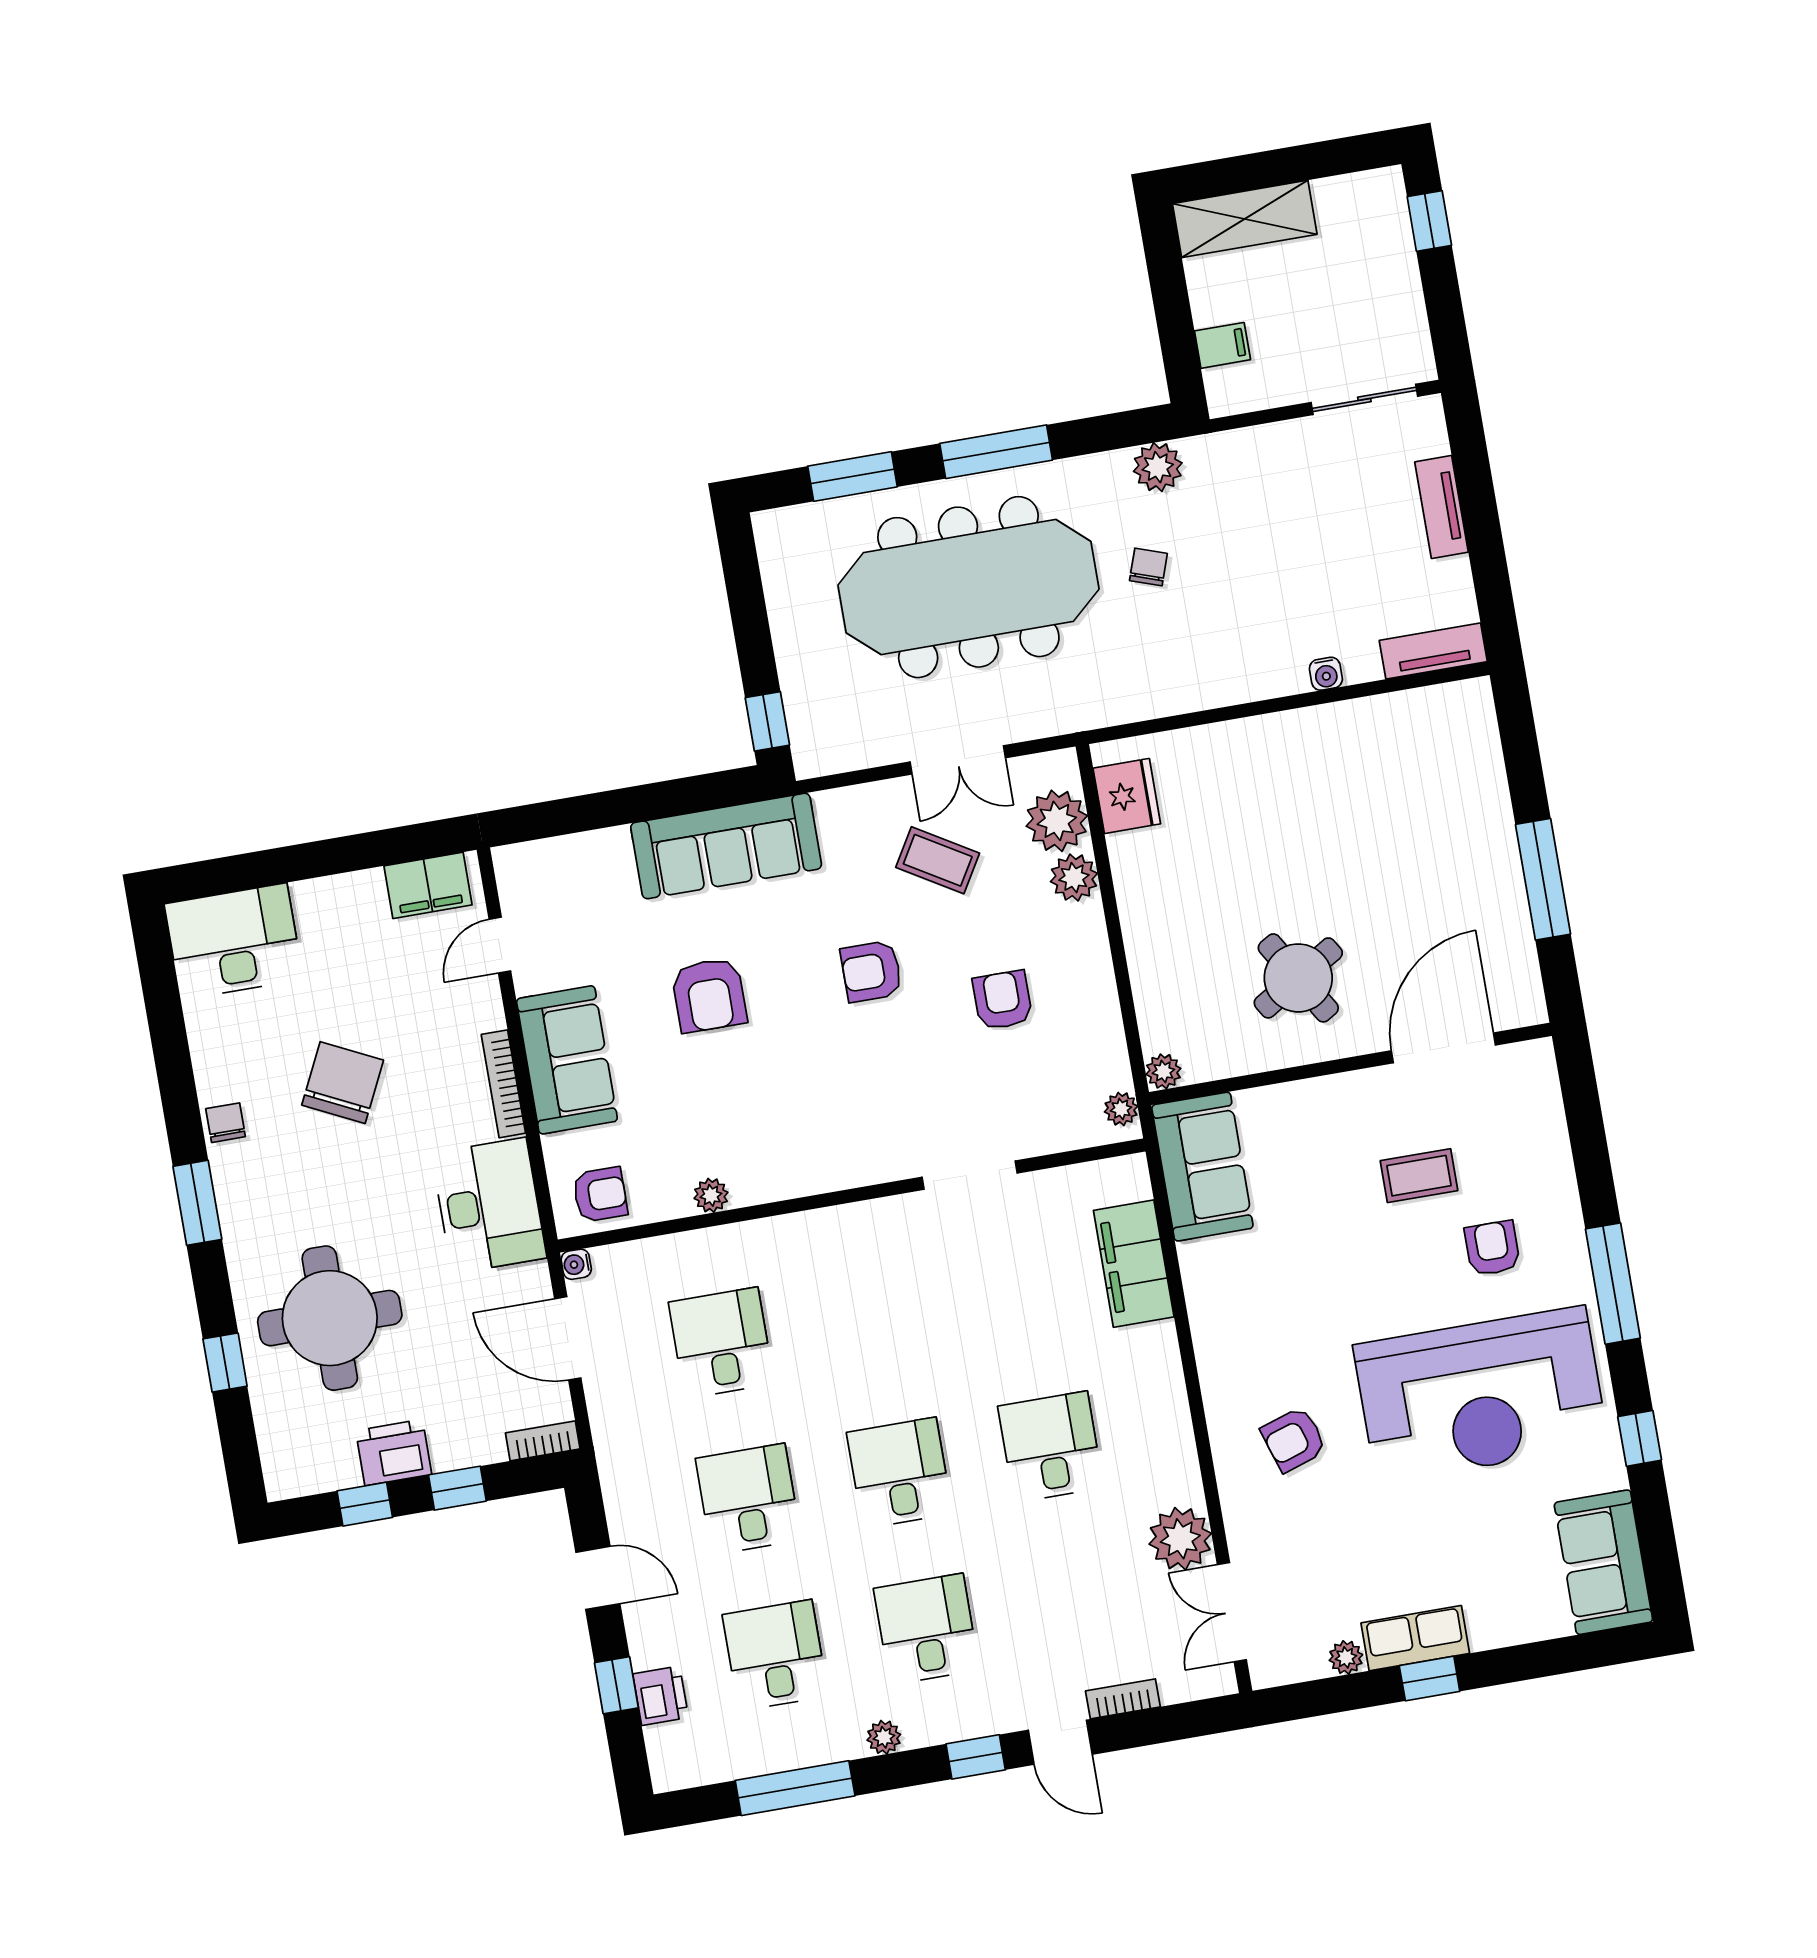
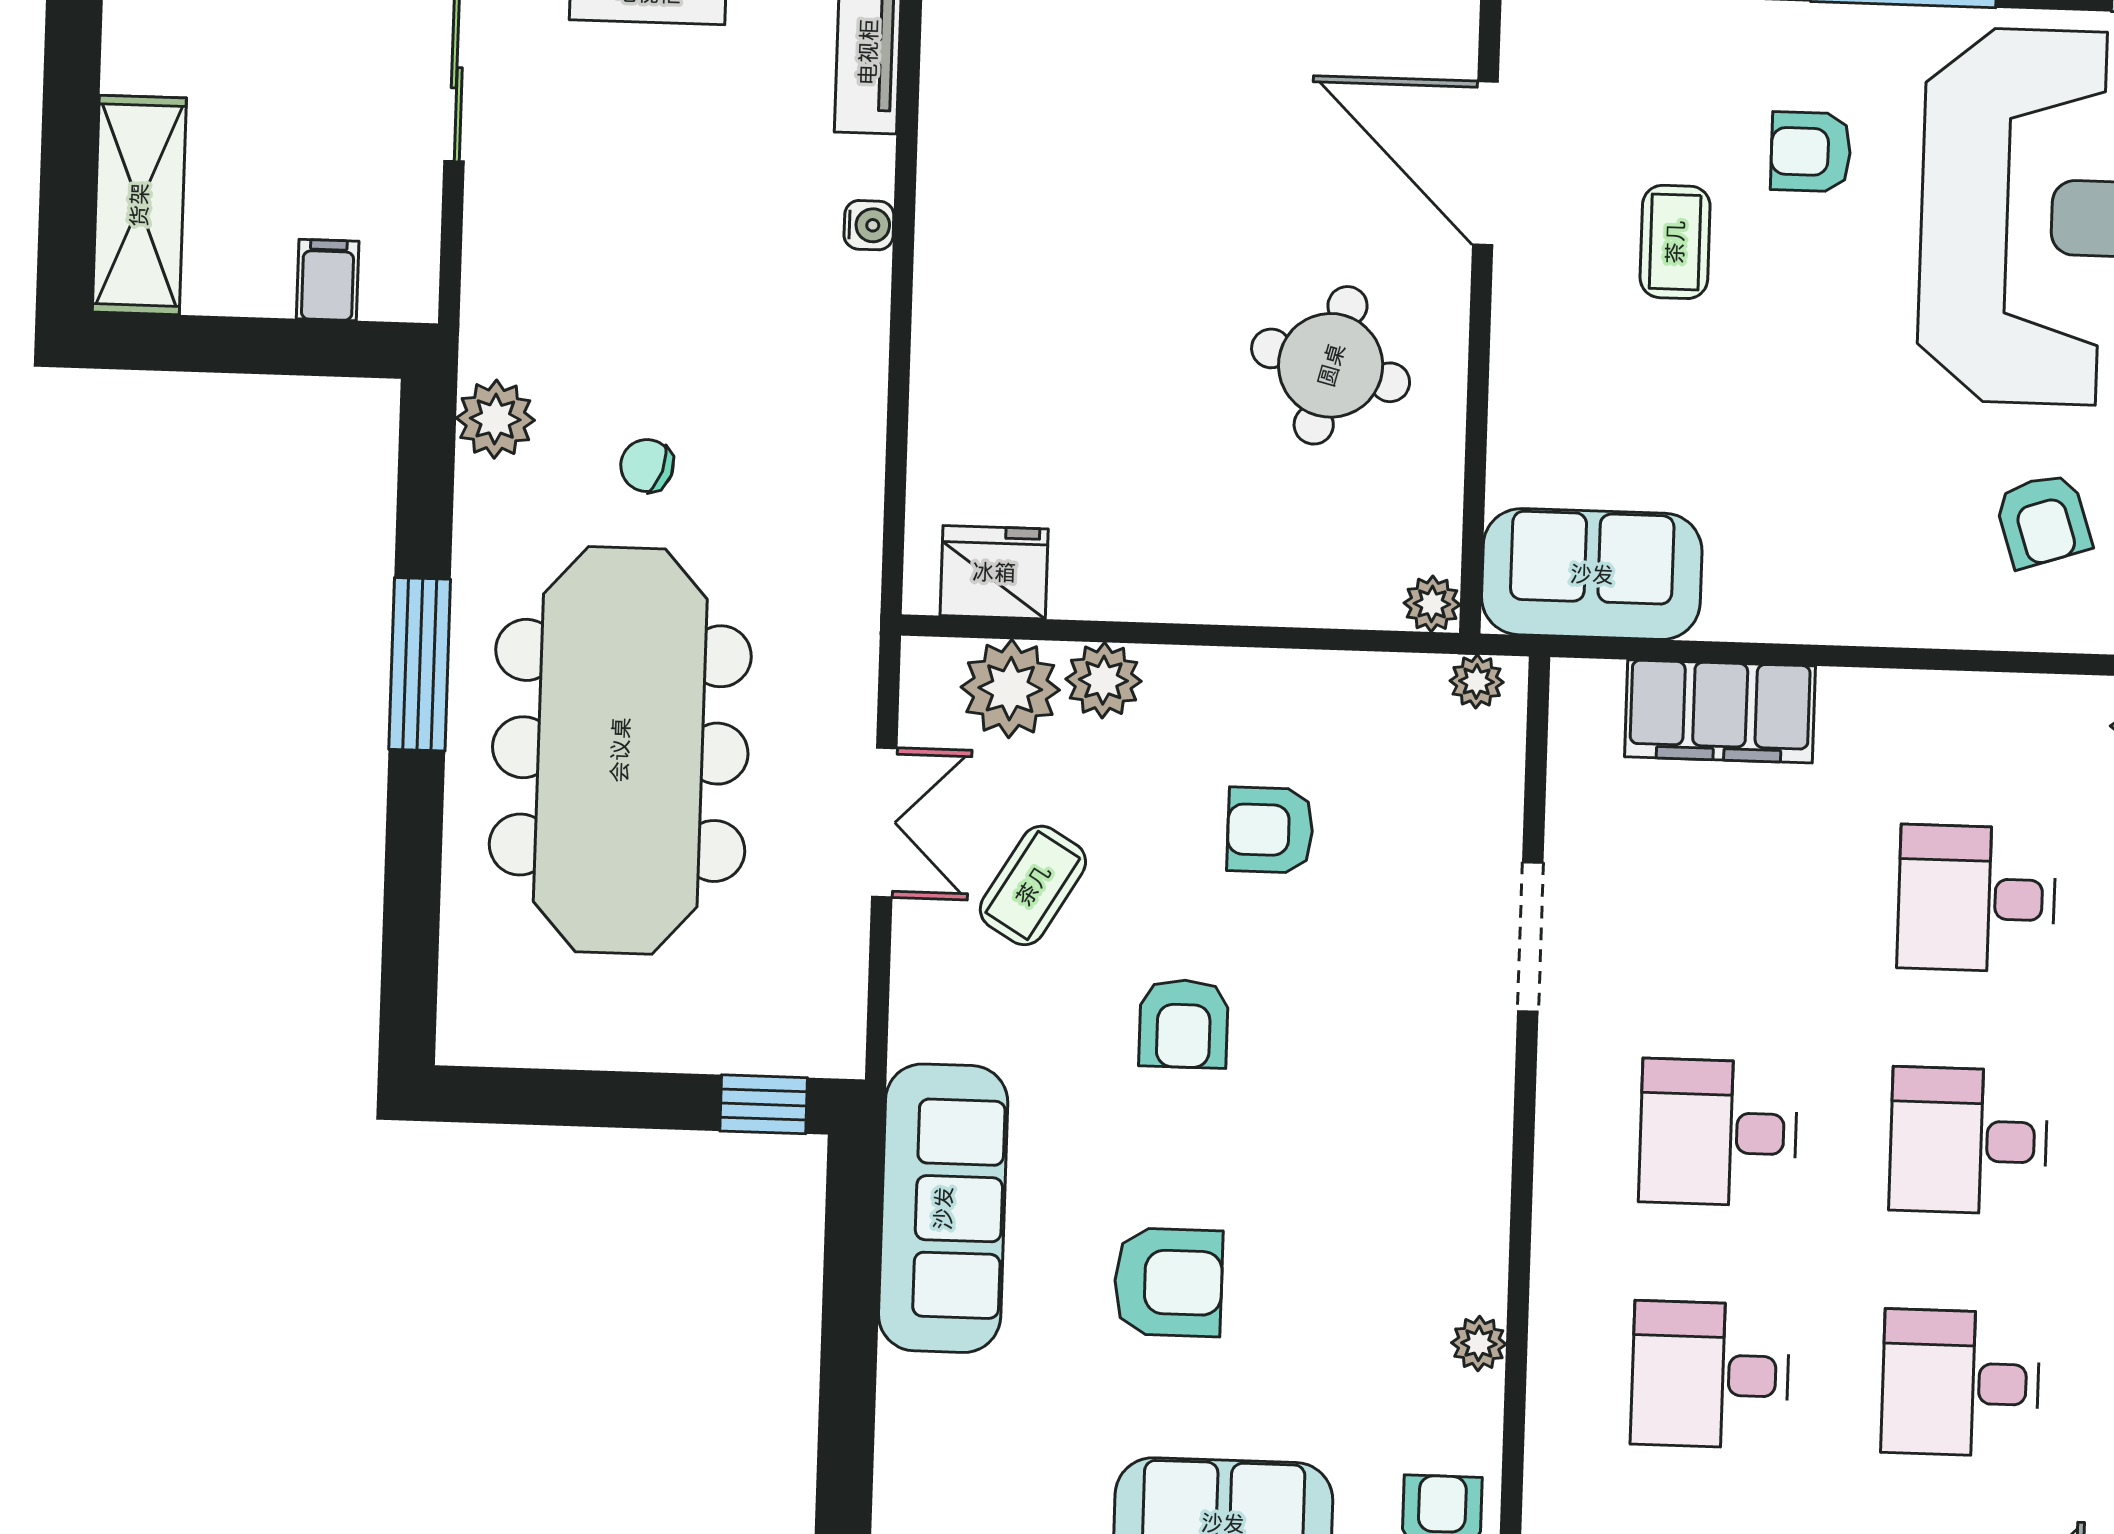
window: (852, 476) -> (412, 894), removed
round table: (1298, 978) -> (1331, 365), turned 45
desk: (873, 1317) -> (1718, 1132), added

